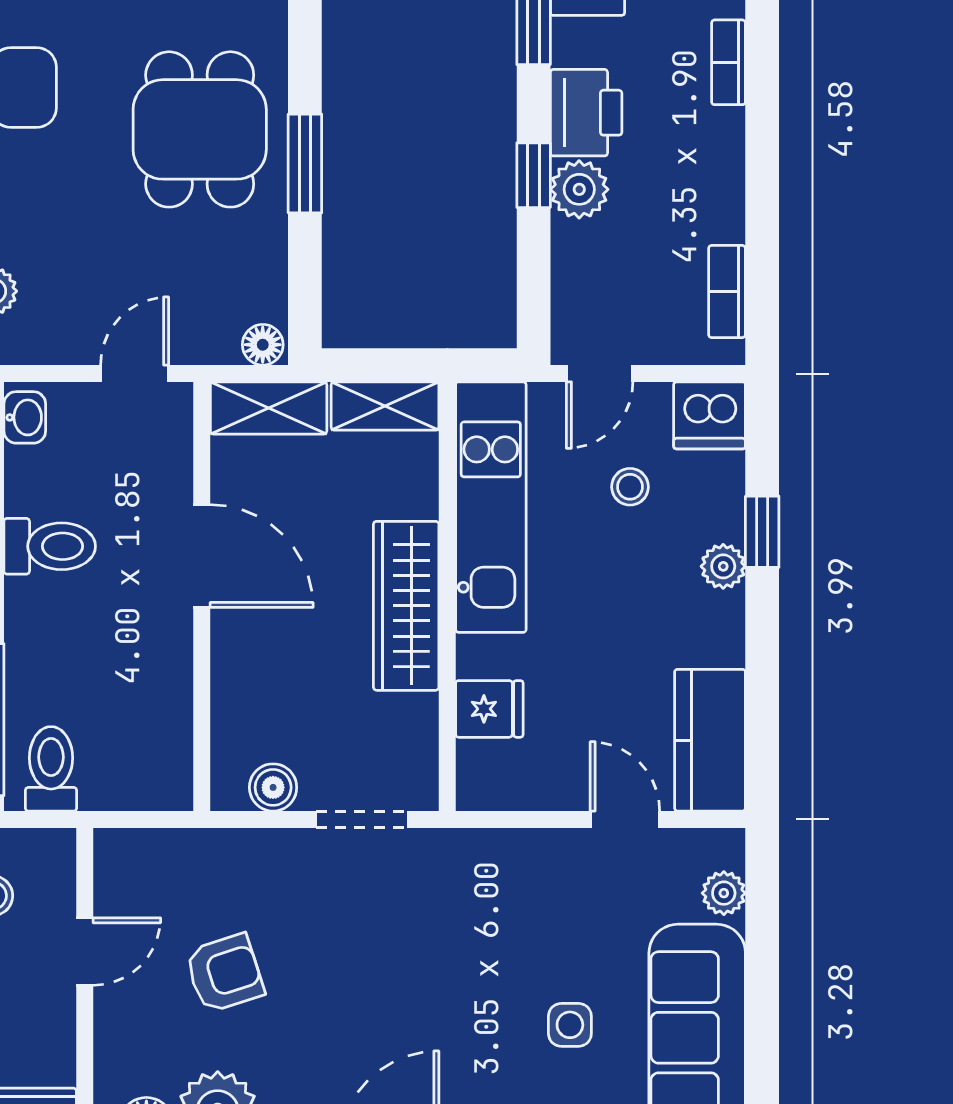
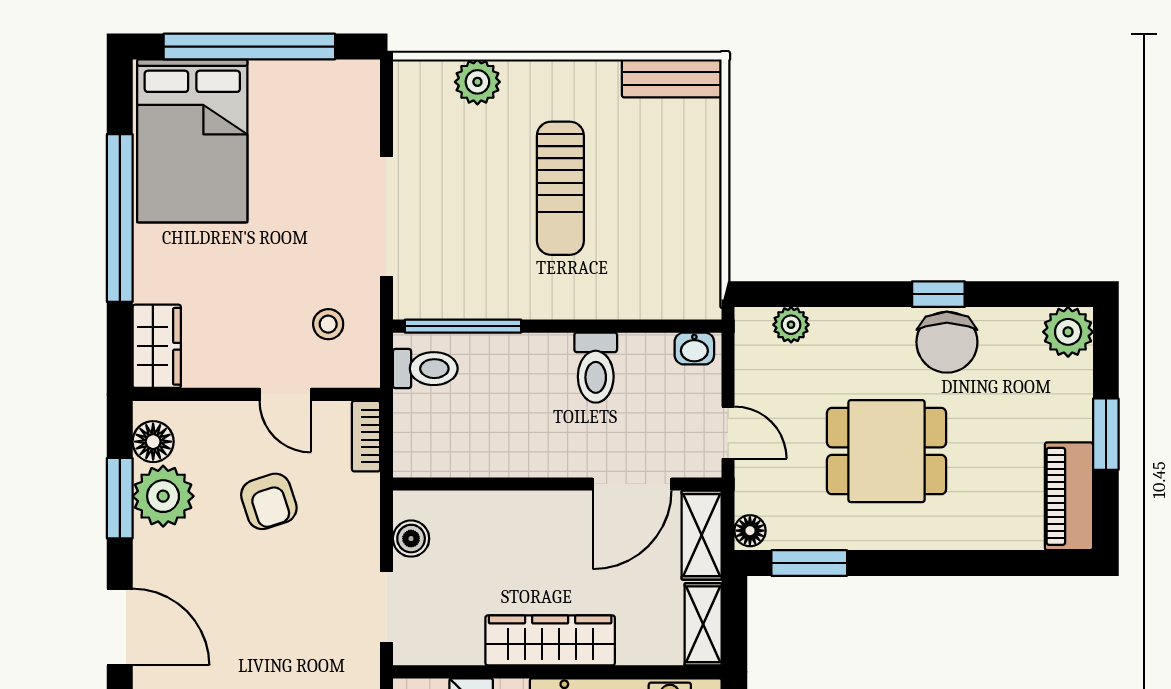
dining table: (200, 129) -> (887, 451), moved
window: (305, 163) -> (809, 563), moved
door: (202, 556) -> (632, 484), moved
bookcase: (139, 846) -> (366, 436), added

